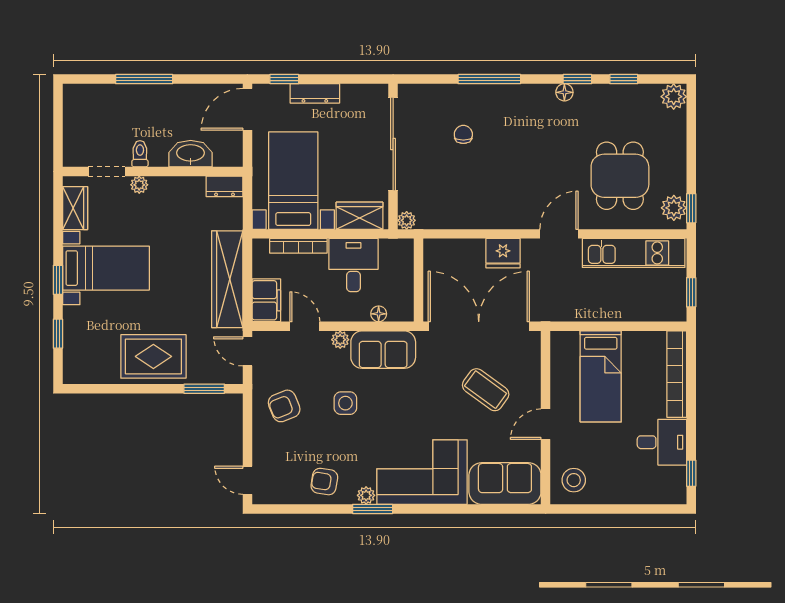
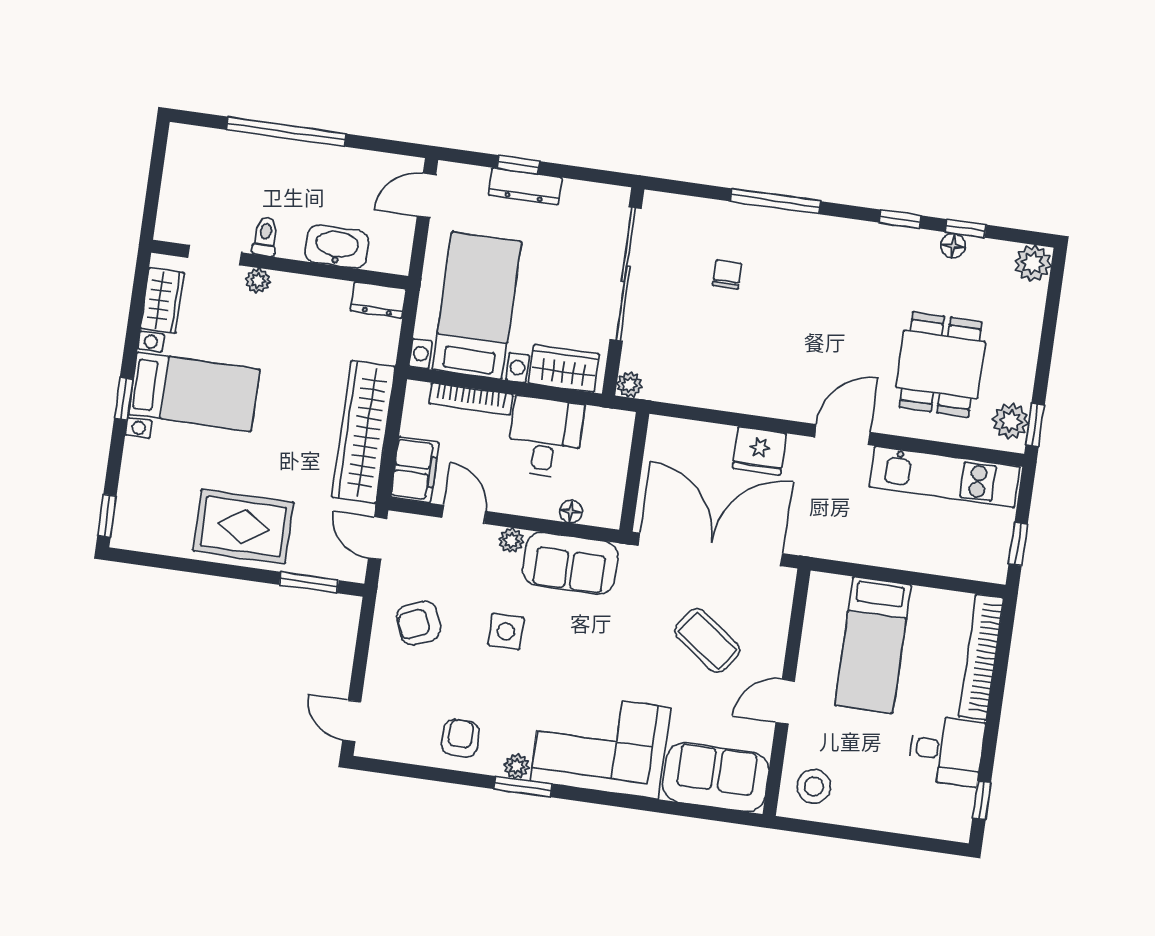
window: (144, 79) -> (286, 132), width x1.46
window: (284, 79) -> (518, 165), moved
floor lamp: (564, 92) -> (953, 246), moved
door: (247, 109) -> (426, 195), width x0.73
window: (58, 334) -> (107, 516), moved
armchair: (324, 482) -> (460, 738), turned 81

